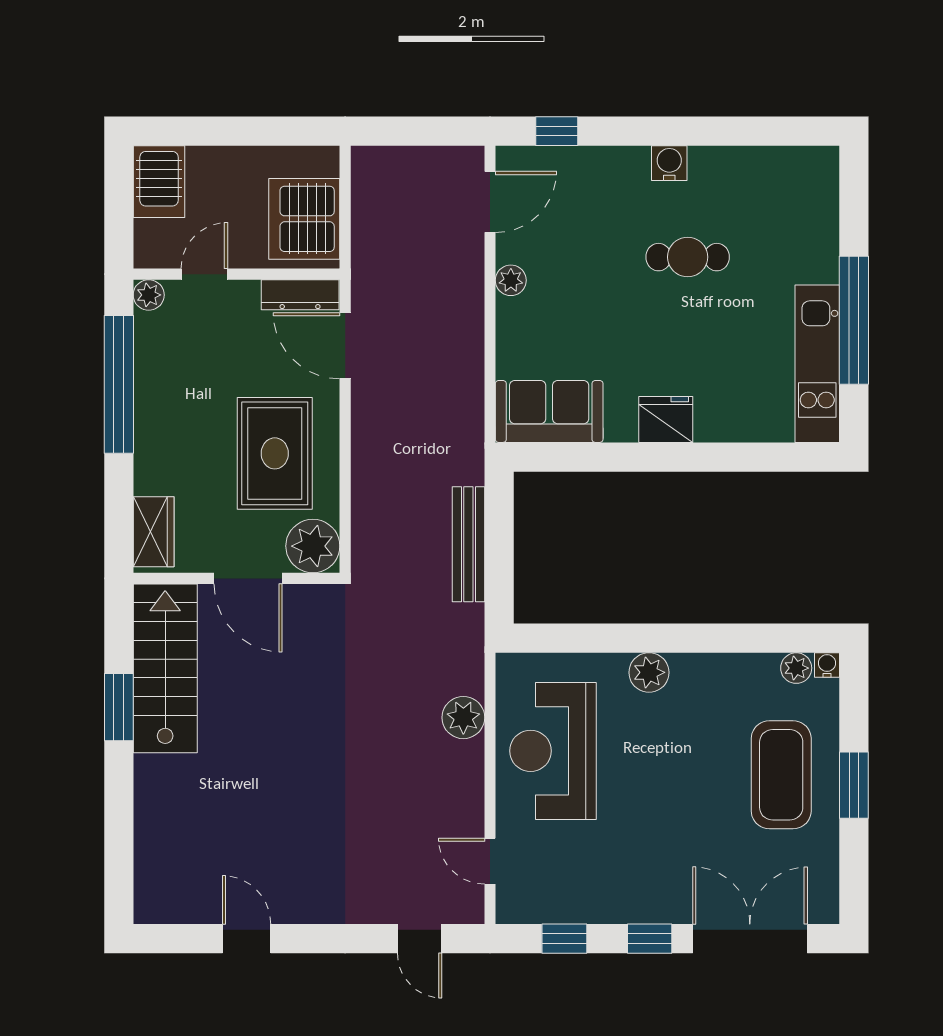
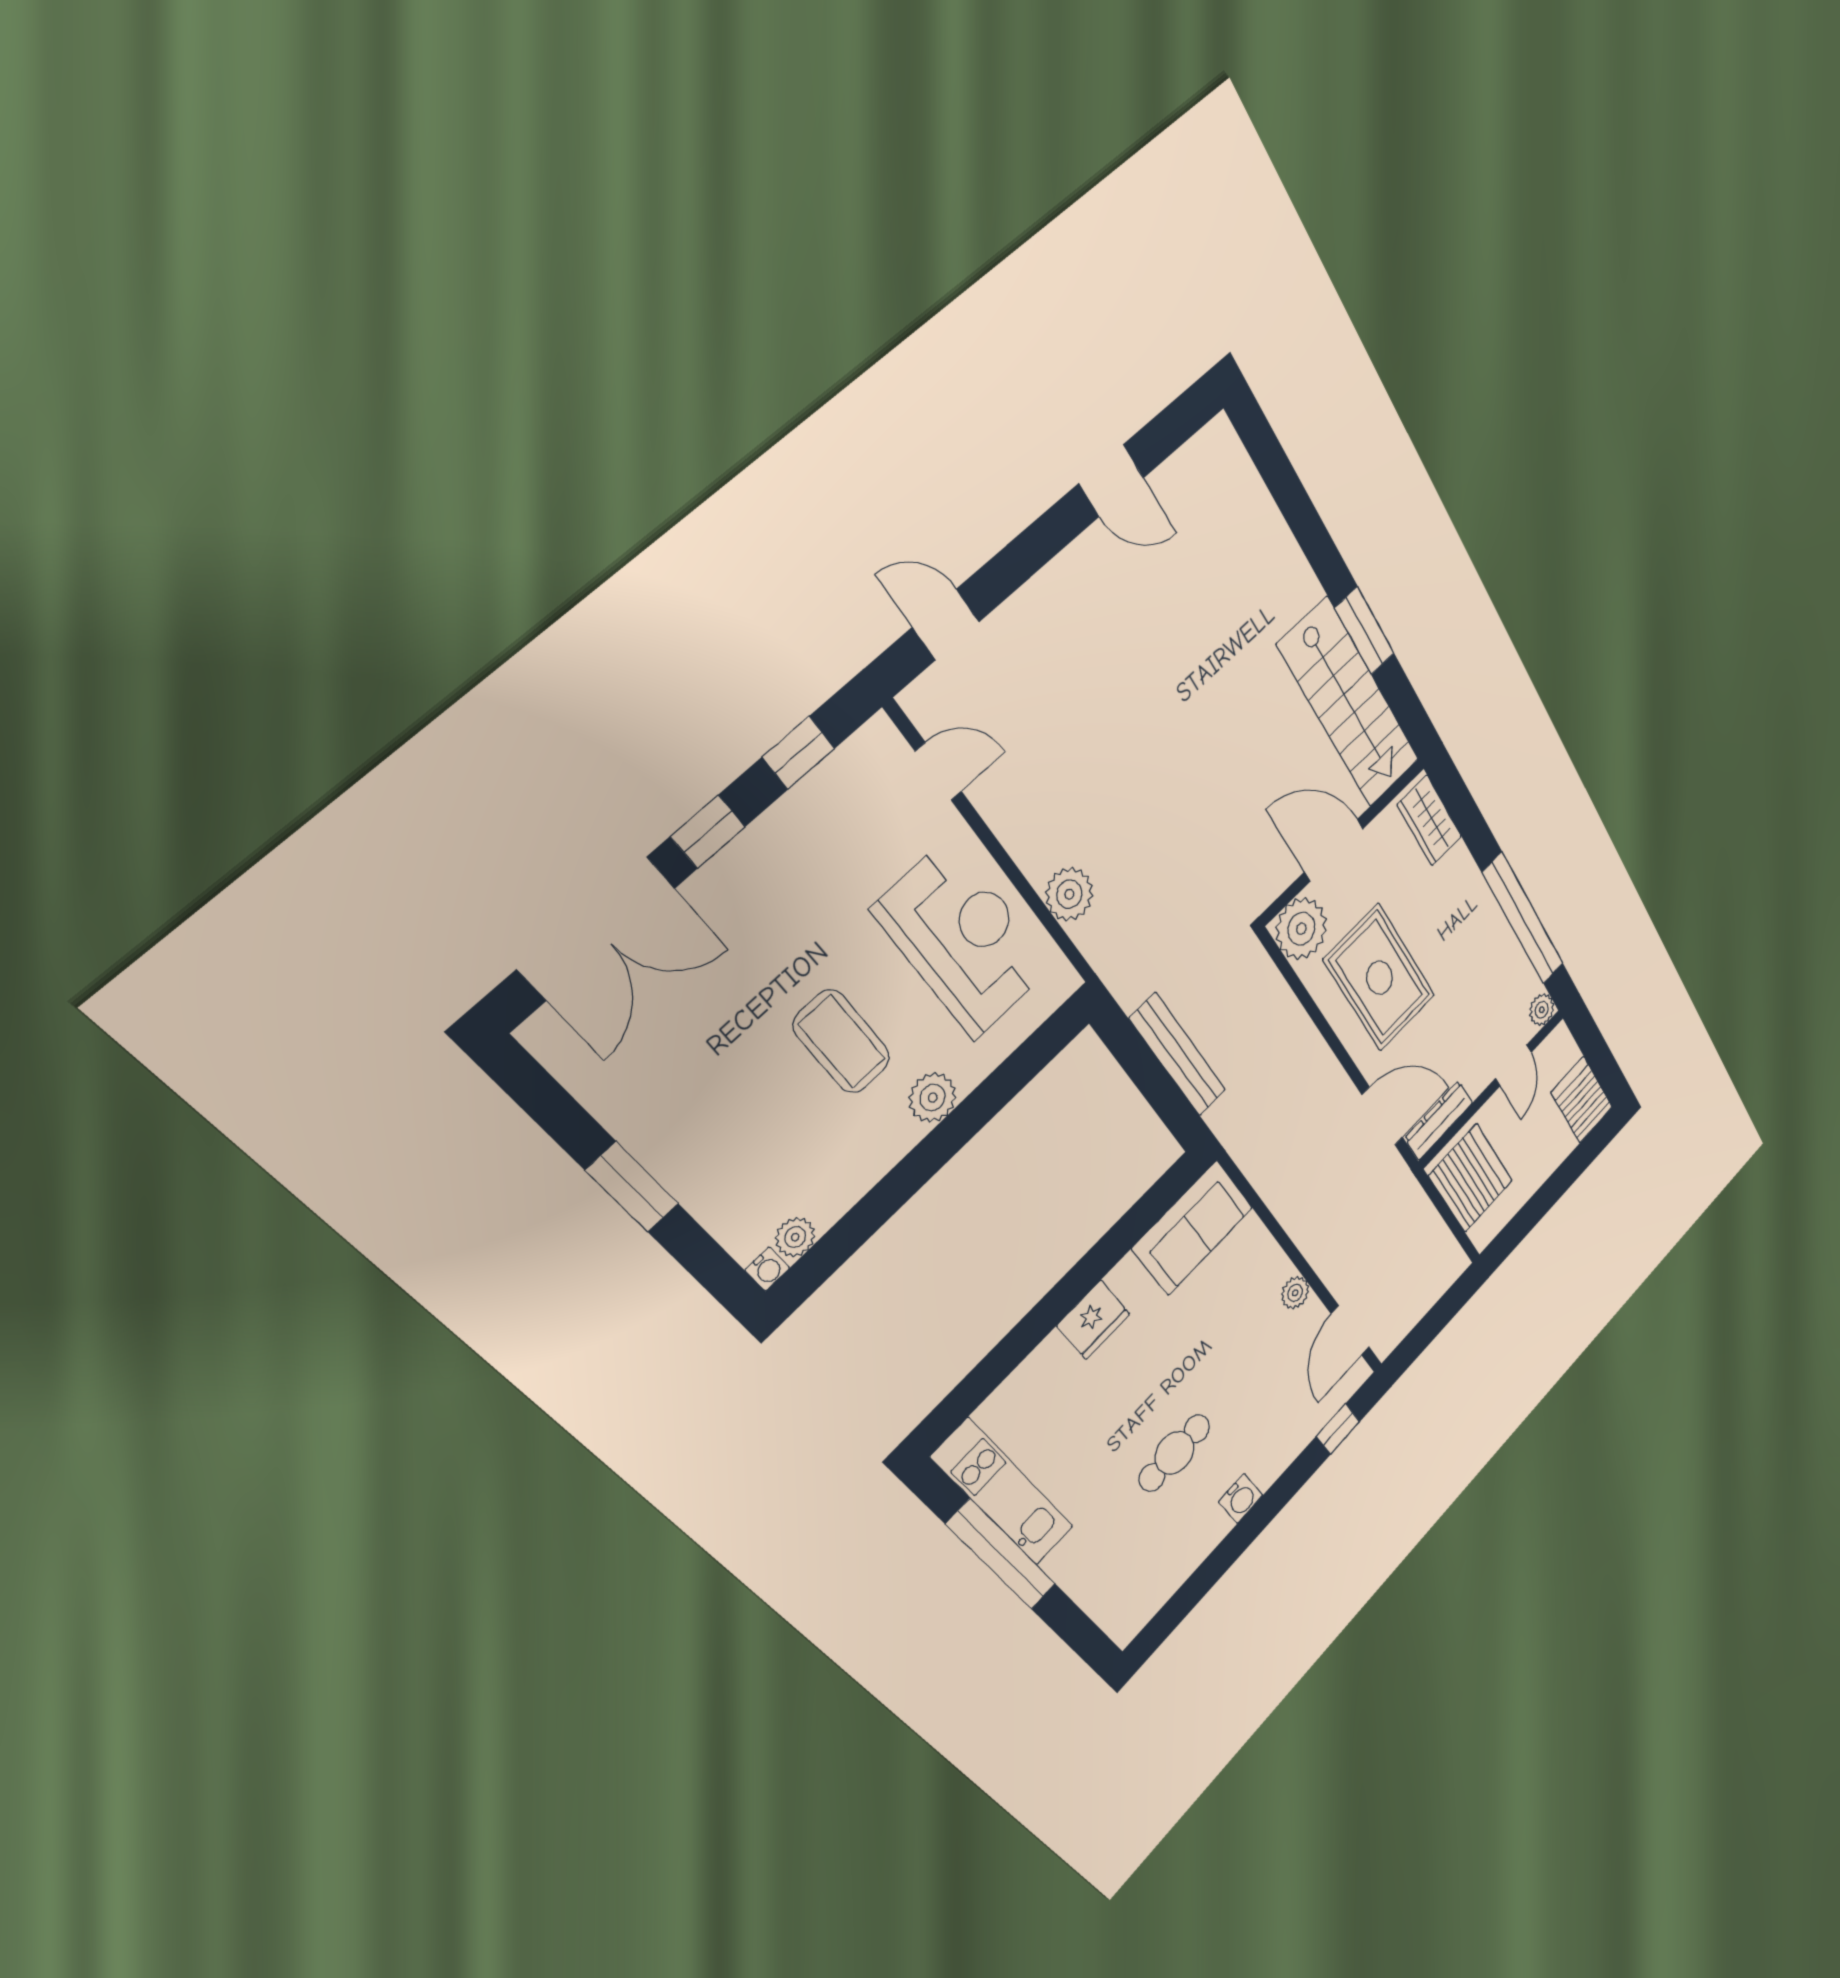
coffee table: (781, 775) -> (842, 1042), moved, width x0.73, depth x0.76

